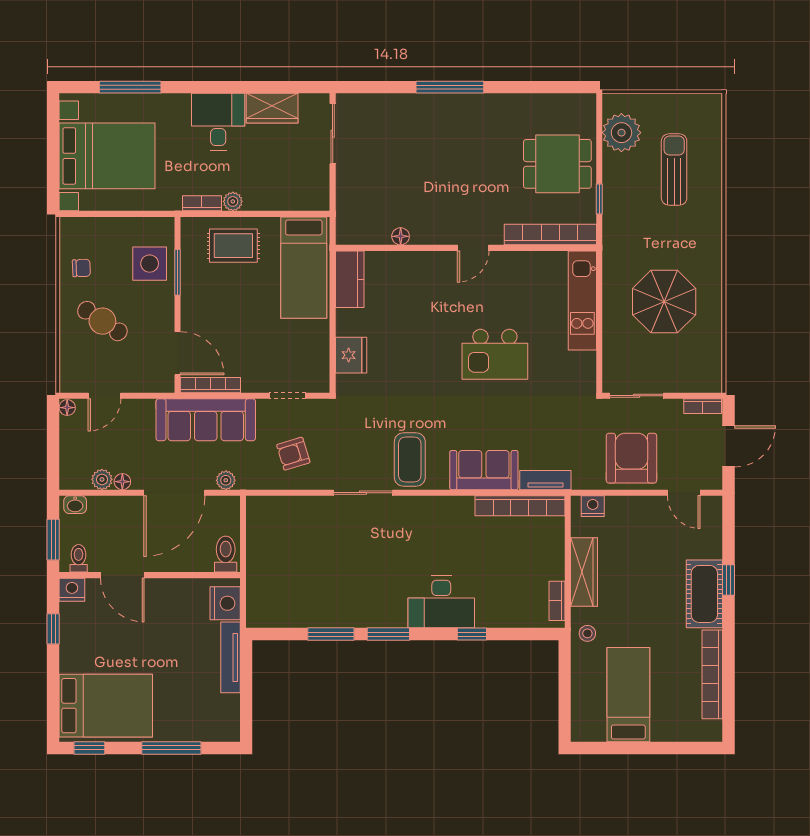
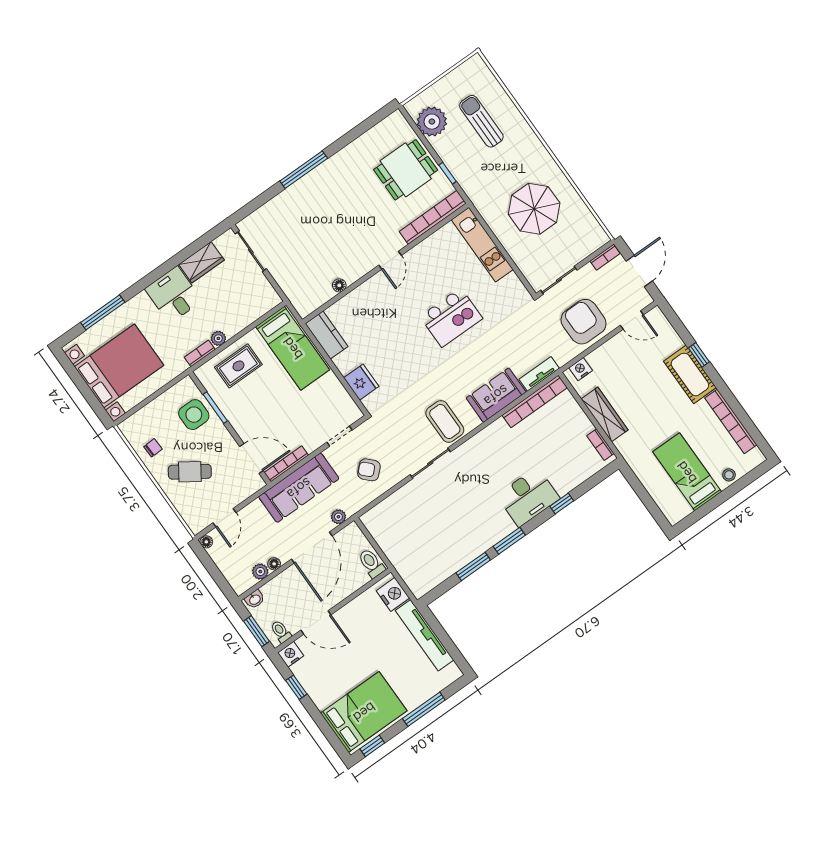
armchair: (293, 454) -> (369, 470), turned 63
stool: (587, 633) -> (729, 475), moved
tv unit: (230, 657) -> (424, 635), width x1.36, depth x1.29

